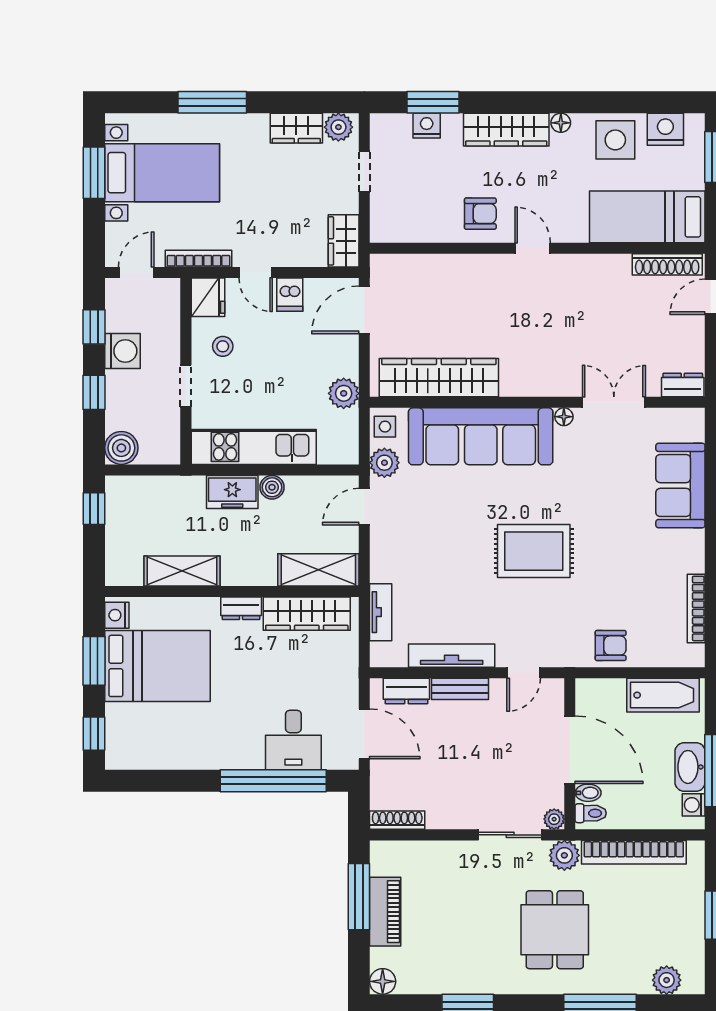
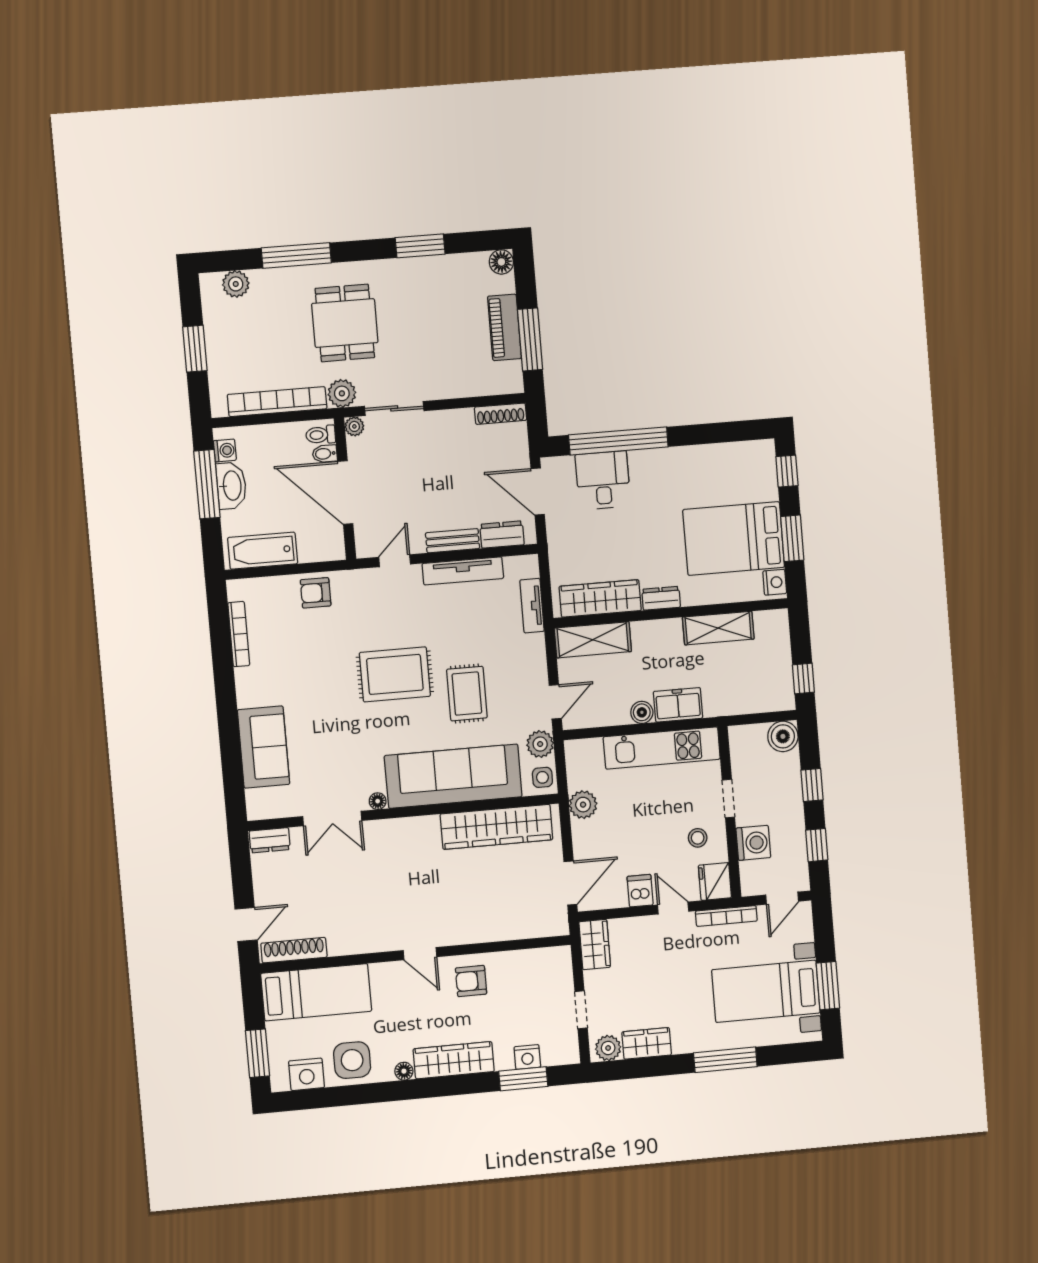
washing machine: (123, 351) -> (753, 843), moved, turned 180
rug: (458, 524) -> (467, 694), added

